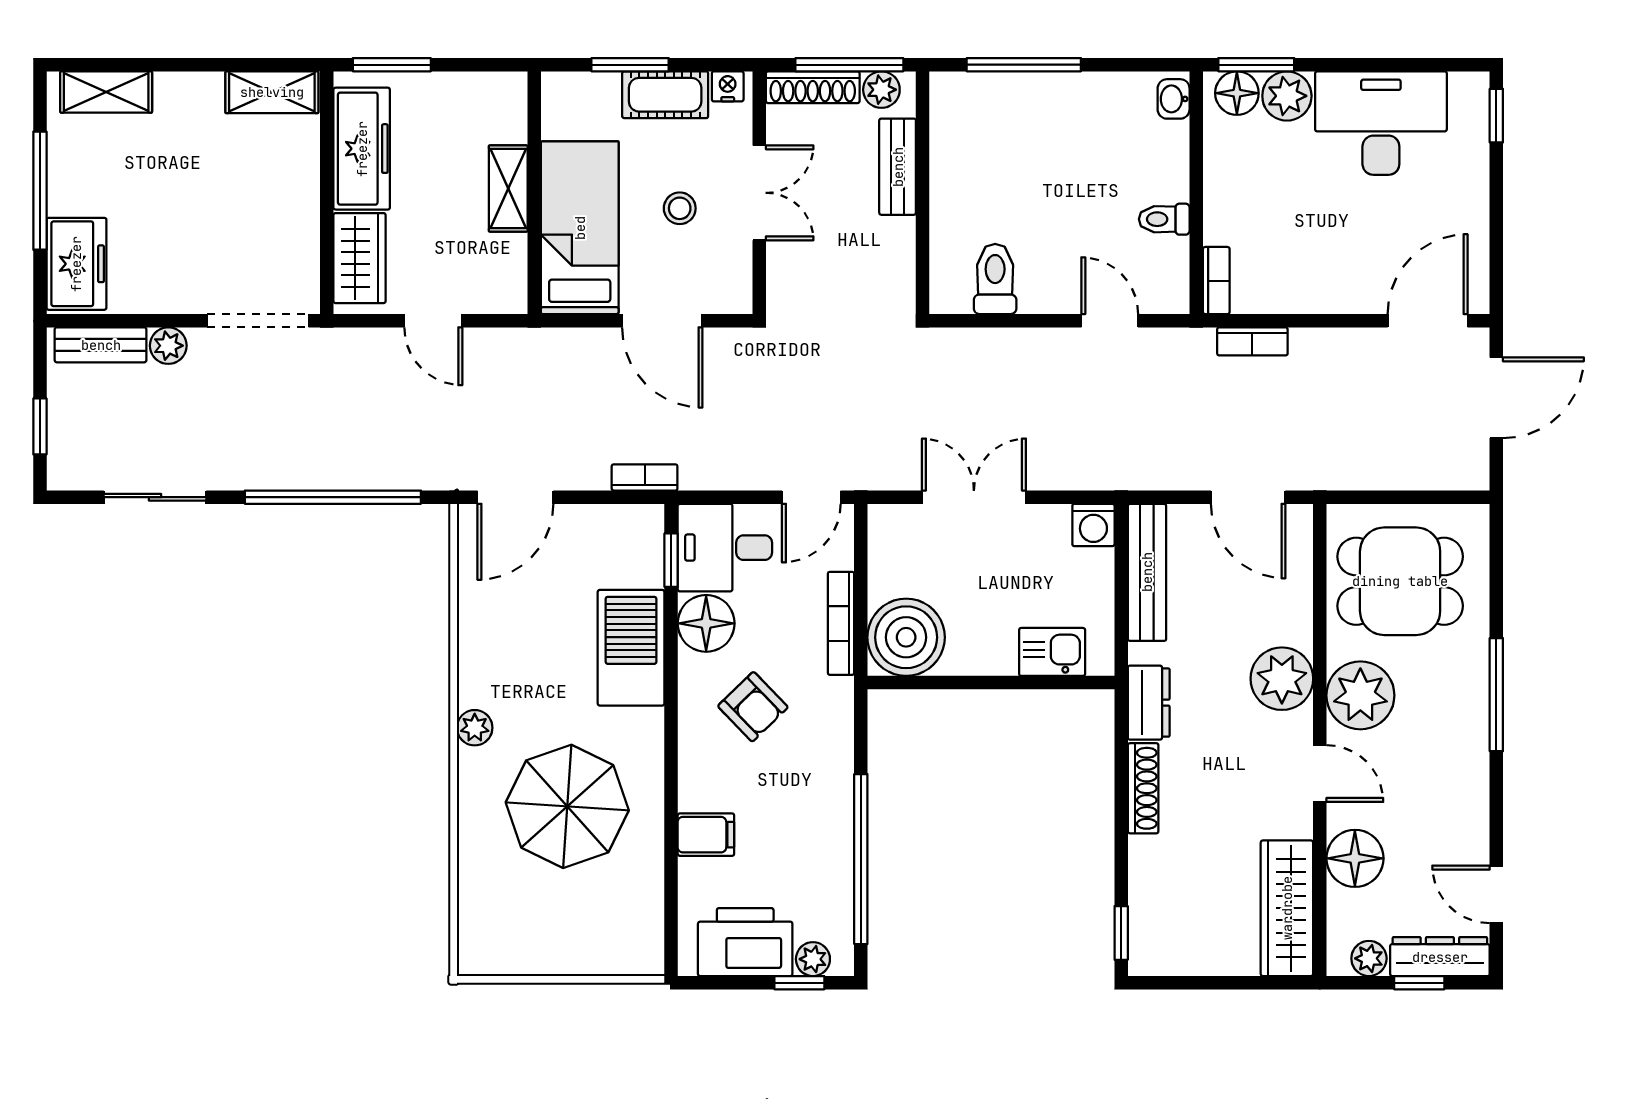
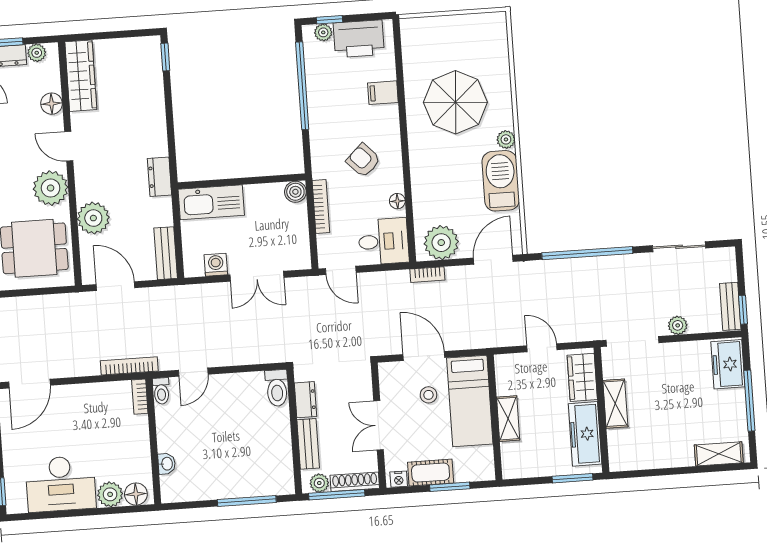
window: (1256, 65) -> (127, 509), removed
shelving: (272, 92) -> (615, 404), moved, turned 90
washbasin: (1174, 99) -> (167, 464), moved
stool: (680, 208) -> (428, 395), moved
toilet: (1164, 219) -> (161, 391), moved, turned 90
dresser: (897, 252) -> (306, 400), added
toilet: (995, 279) -> (277, 388), moved
door: (1110, 321) -> (193, 372), hinge flipped
bookcase: (1252, 341) -> (129, 366), width x1.56
bench: (101, 345) -> (730, 306), moved, turned 90
window: (40, 426) -> (743, 310), moved
door: (811, 497) -> (341, 270), swing flipped
washing machine: (1093, 525) -> (216, 265), moved
plant: (614, 537) -> (441, 243), added
window: (671, 560) -> (411, 233), removed
bench: (1147, 572) -> (166, 253), width x0.73
floor lamp: (706, 623) -> (397, 201), width x0.53, depth x0.53
boiler: (906, 637) -> (295, 192), width x0.54, depth x0.54
barbecue: (631, 648) -> (501, 181), moved, turned 180
kitchen sink: (1052, 652) -> (211, 202), width x1.87, depth x1.24
plant: (1282, 679) -> (93, 218), moved
shoe rack: (1143, 788) -> (159, 132), removed
floor lamp: (1355, 858) -> (52, 104), width x0.73, depth x0.73

